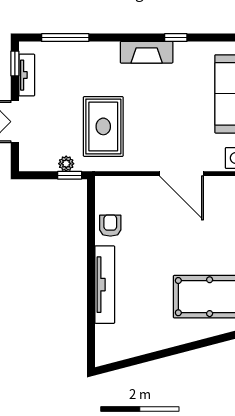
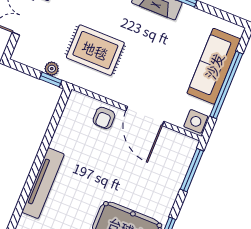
rug: (103, 126) -> (95, 50), turned 90
armchair: (110, 226) -> (104, 118), moved, turned 180

